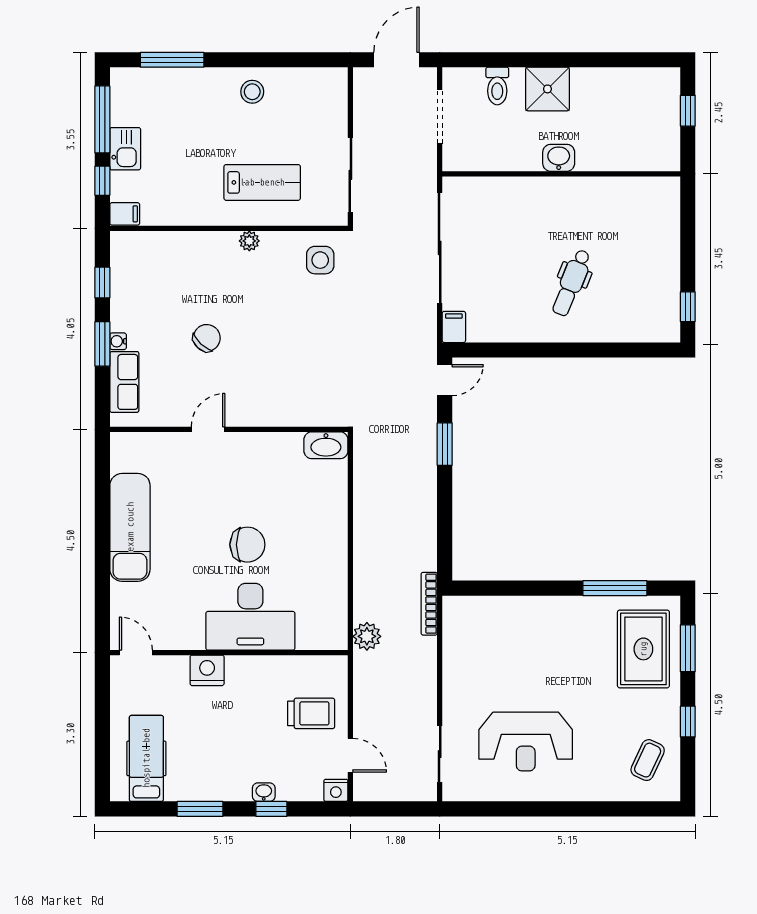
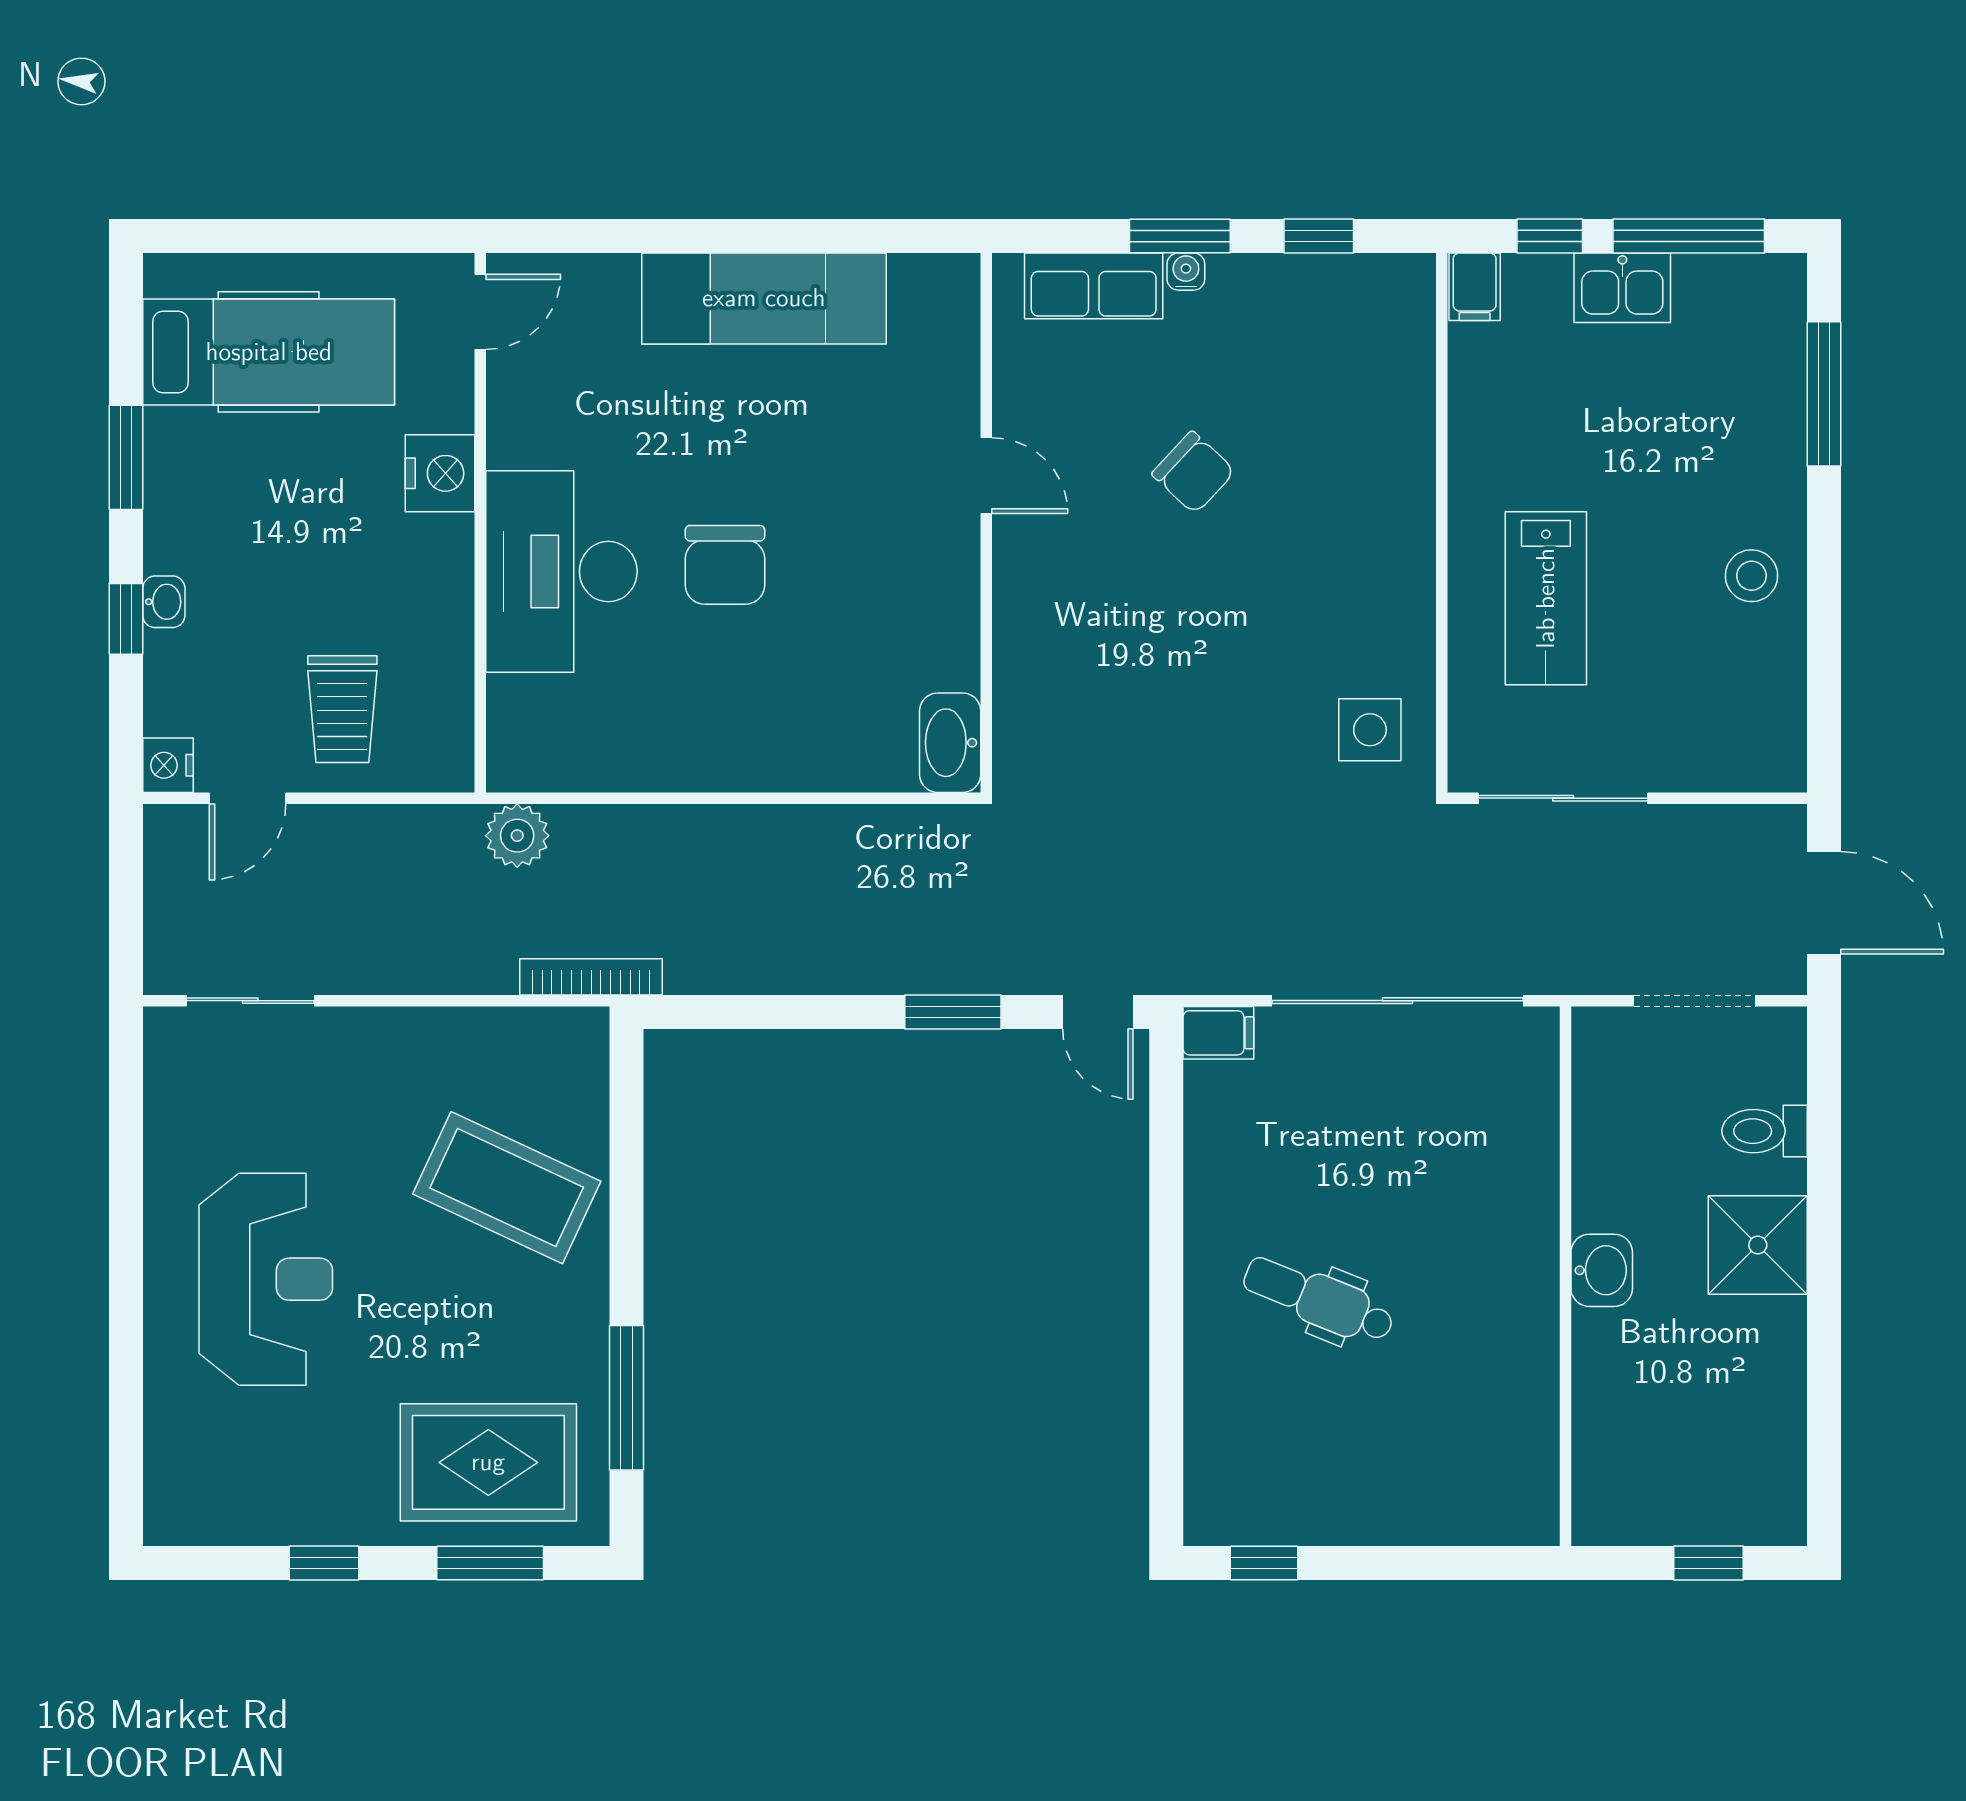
plant: (249, 241) -> (1413, 569), removed
reception desk: (526, 741) -> (266, 1279), moved, turned 180
hospital bed: (146, 758) -> (269, 352), width x1.37, depth x1.29
coffee table: (648, 760) -> (507, 1188), moved, width x1.86, depth x1.72

